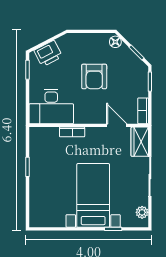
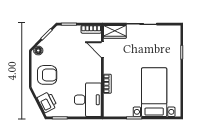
armchair: (94, 76) -> (47, 75), moved
door: (117, 125) -> (102, 50), hinge flipped
bed with nightstands: (93, 195) -> (154, 92), moved, turned 90
plant: (142, 212) -> (169, 30), removed

